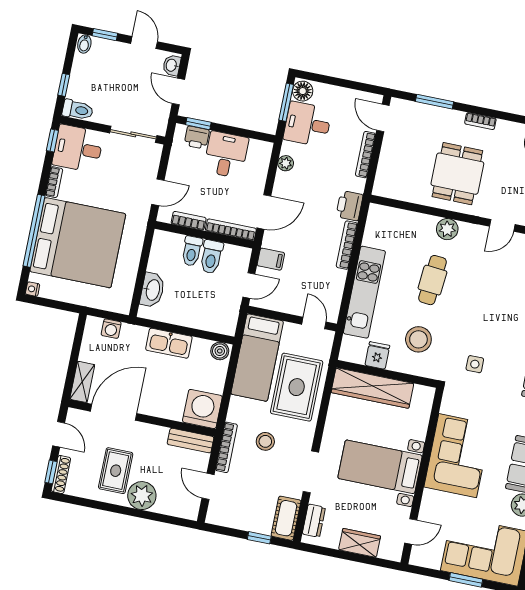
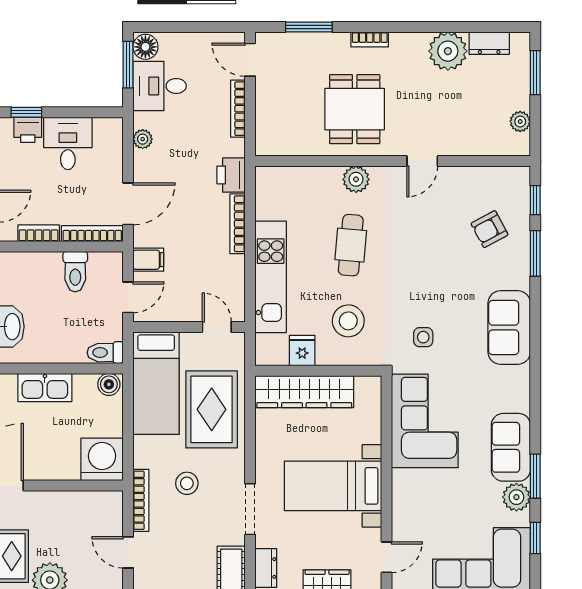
toilet: (192, 251) -> (105, 353), moved, turned 90
bench: (191, 441) -> (95, 501), removed
corner sofa: (458, 456) -> (425, 421), moved

